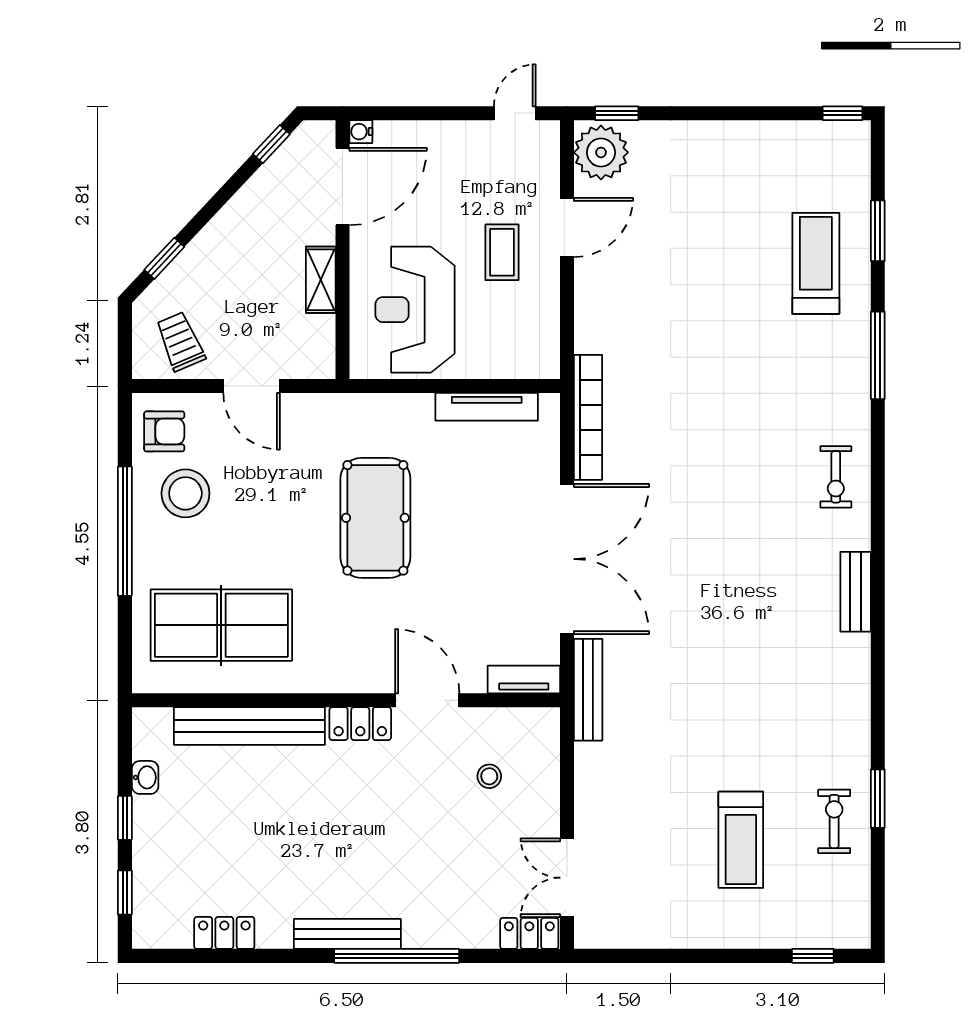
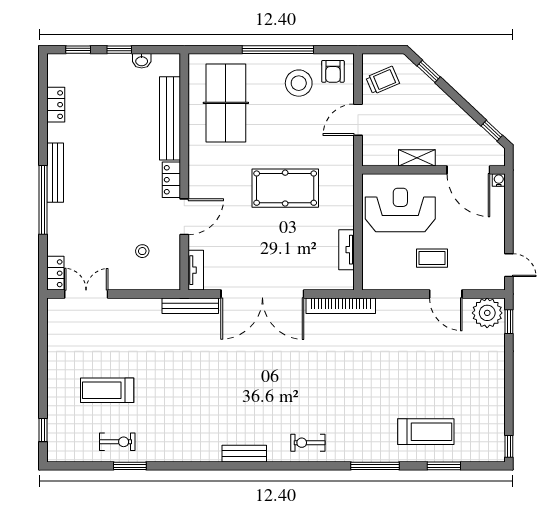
tv unit: (487, 407) -> (347, 250), width x0.71

